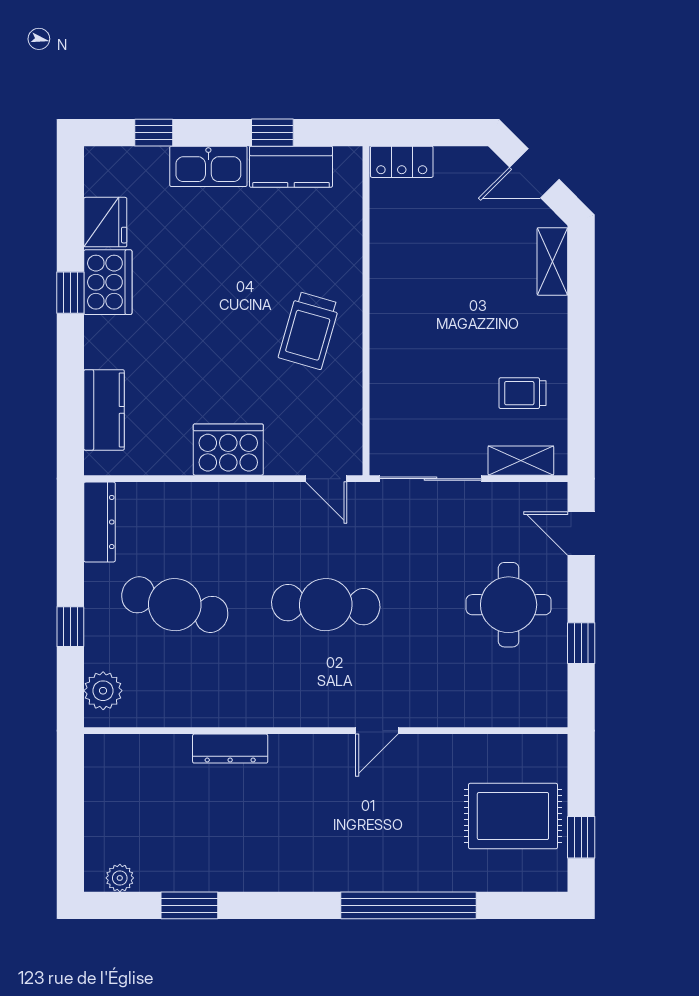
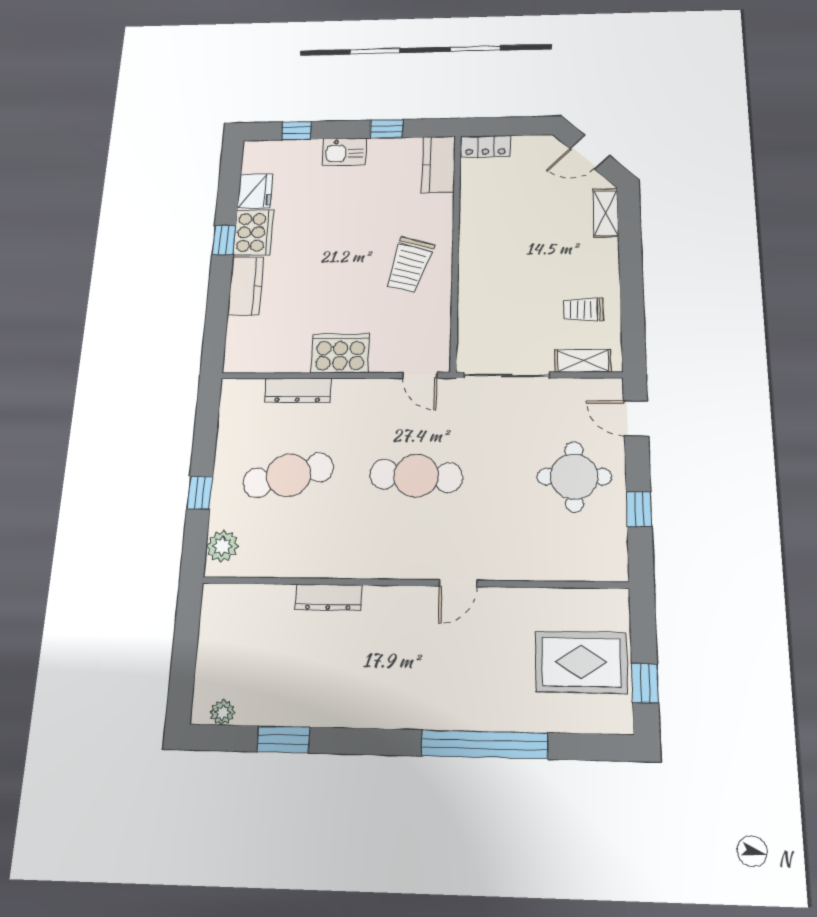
kitchen sink: (208, 166) -> (344, 152), width x0.73
kitchen counter: (291, 167) -> (439, 164), moved, turned 90
kitchen counter: (104, 410) -> (246, 286), moved
dresser: (100, 522) -> (298, 390), moved, turned 90
cafe table: (175, 605) -> (288, 475), turned -30

